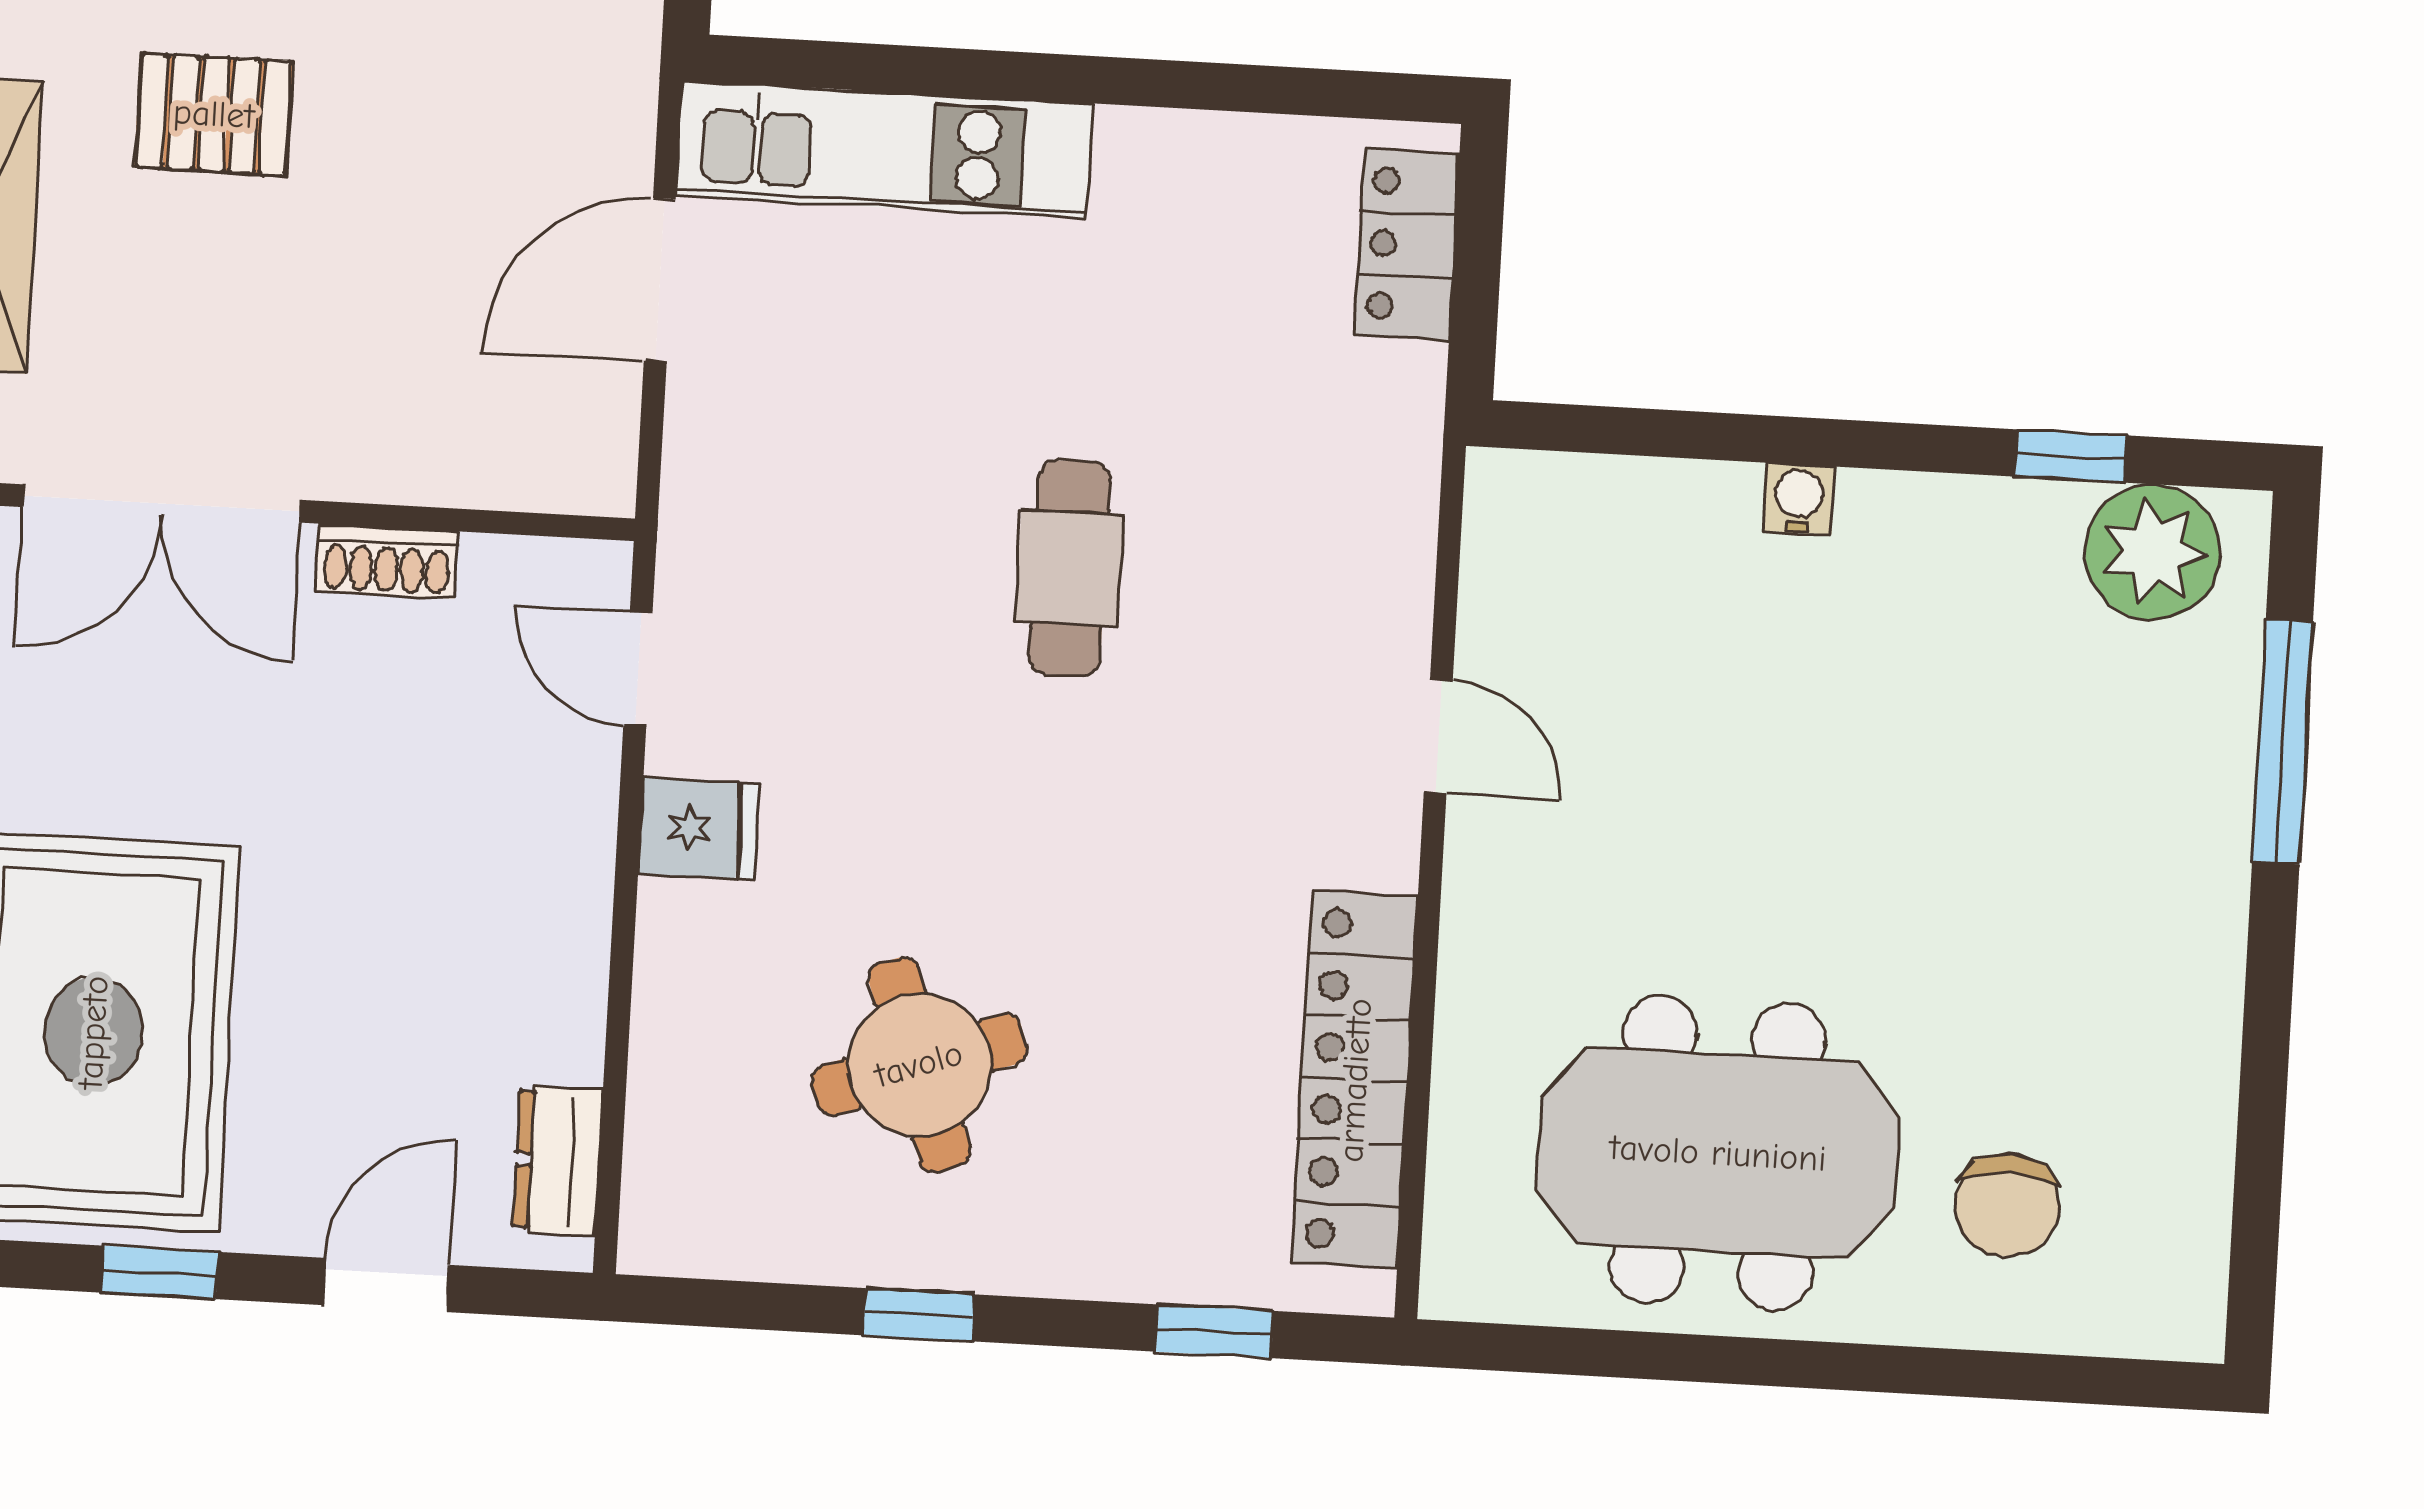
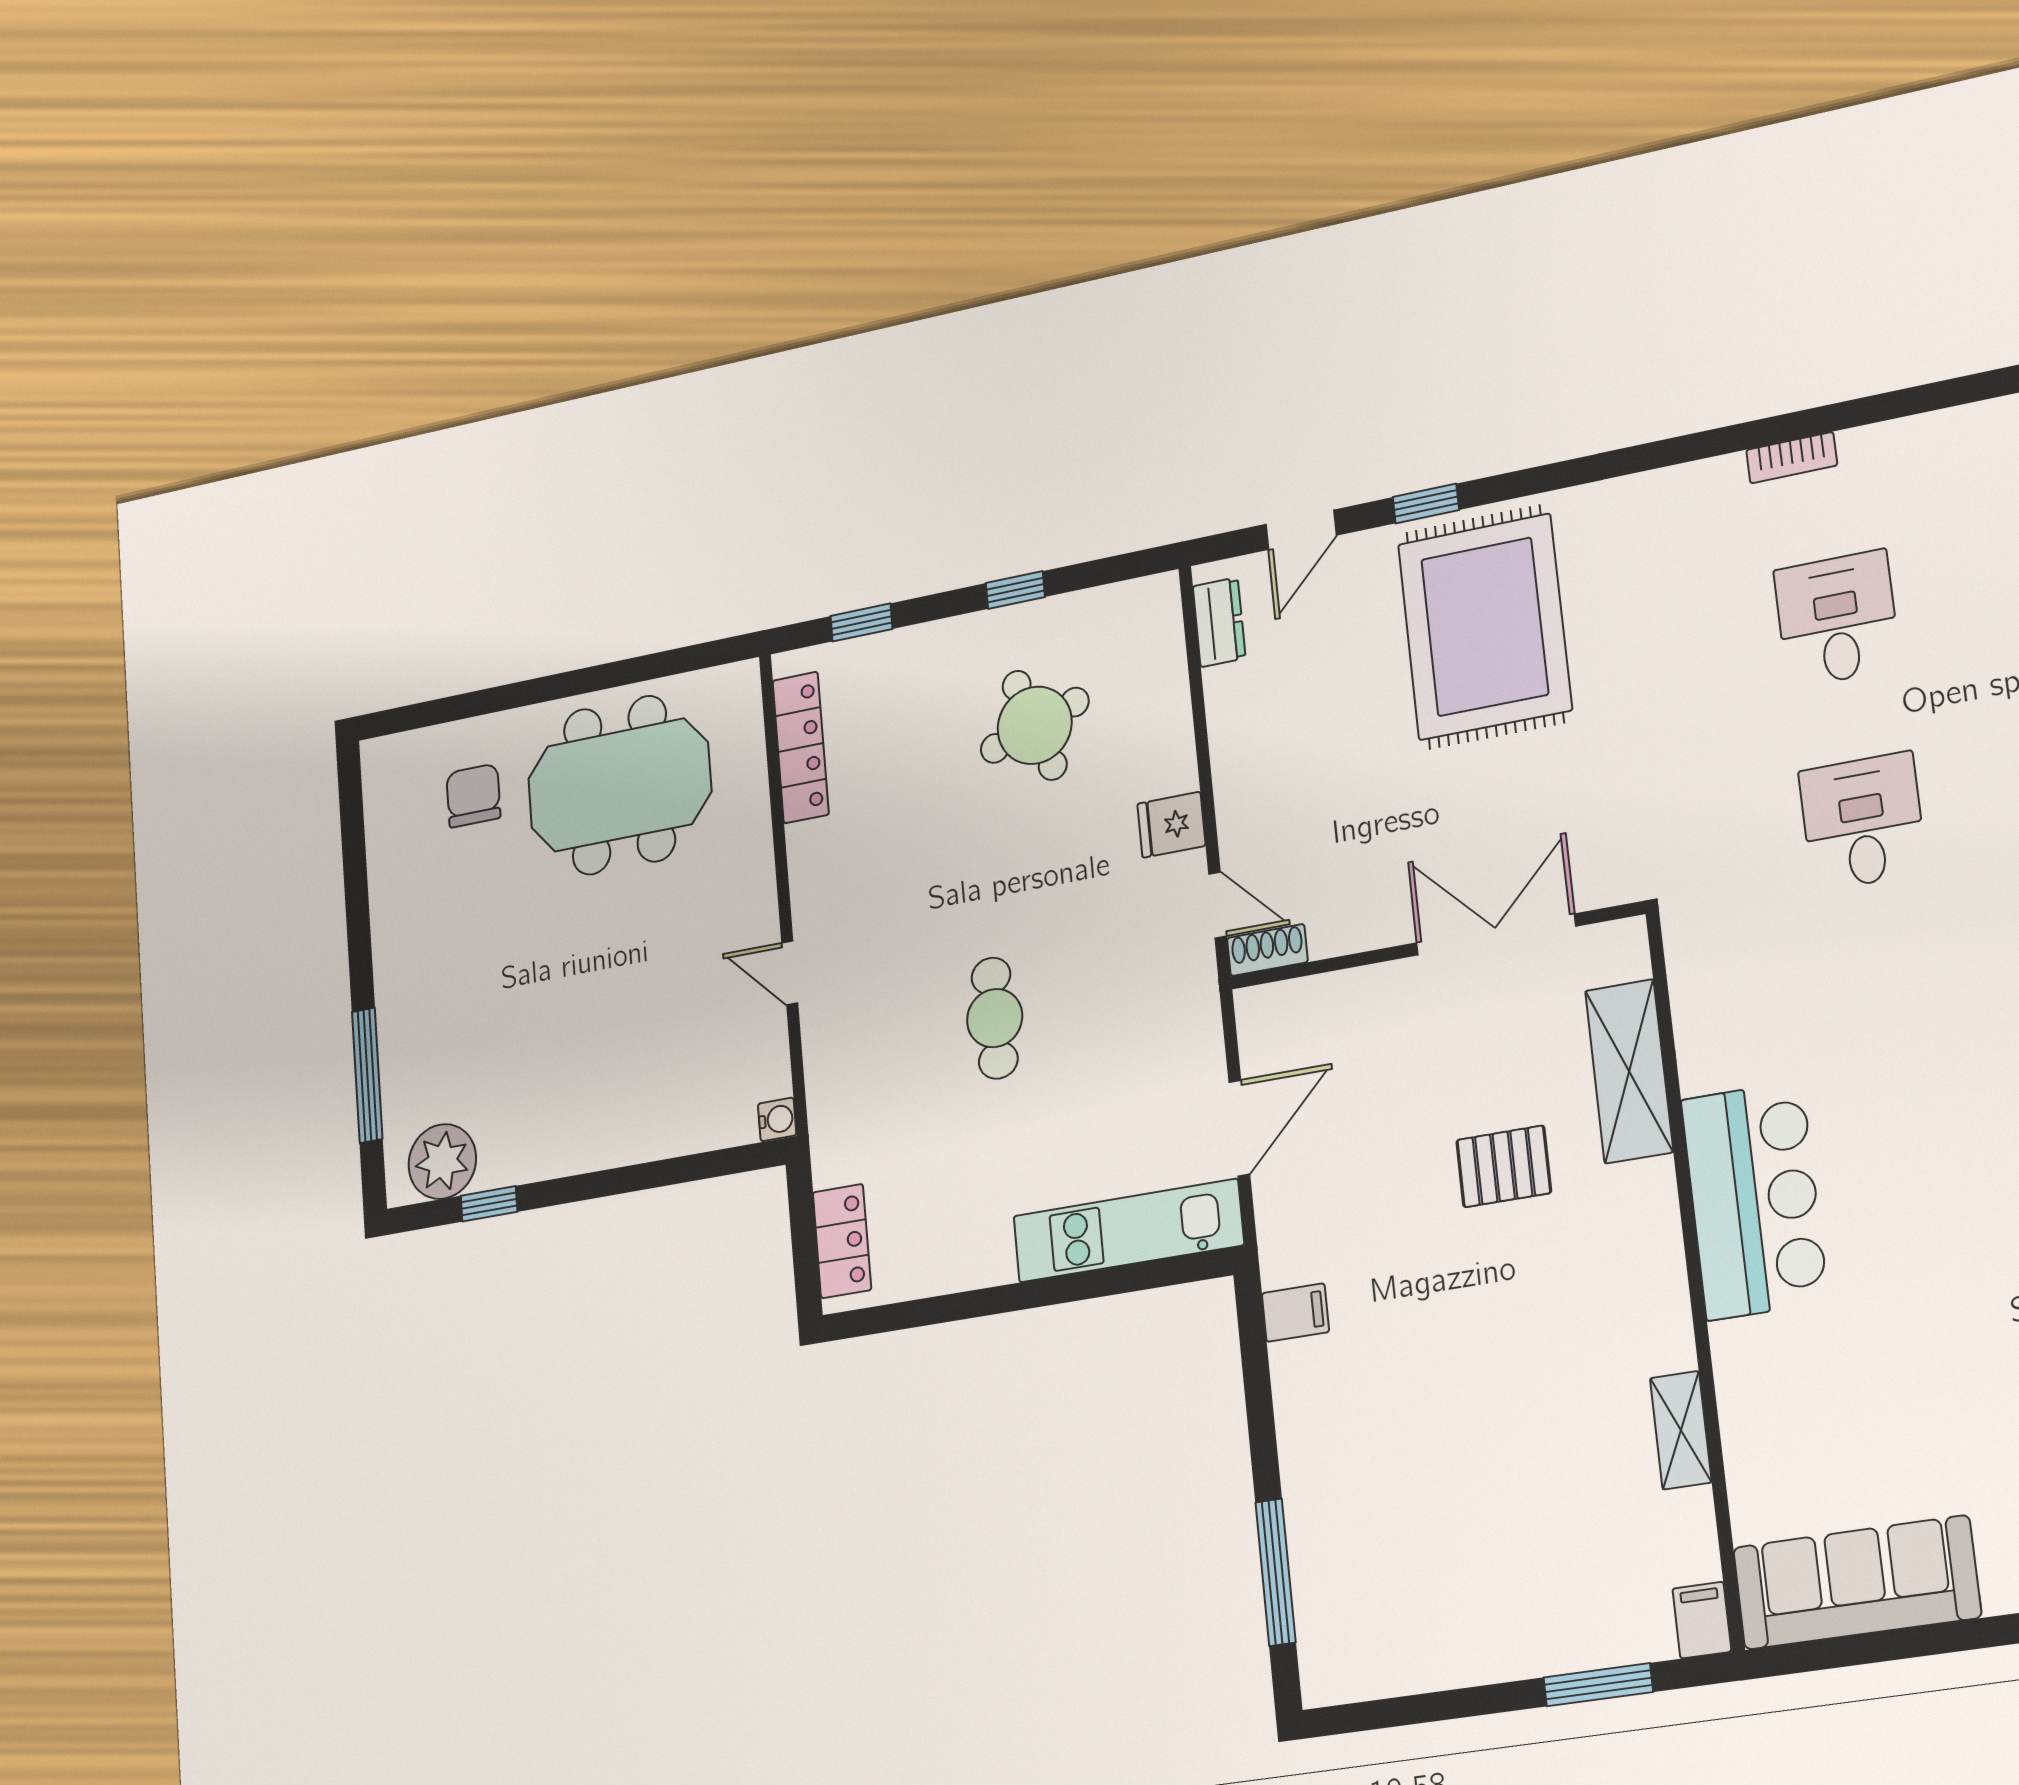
water cooler: (1799, 499) -> (777, 1119), moved, turned -90
shoe rack: (387, 561) -> (1267, 950), moved
locker: (1355, 1080) -> (801, 747), width x0.71, depth x0.83

